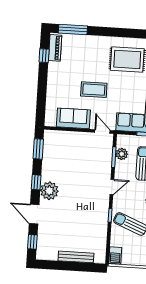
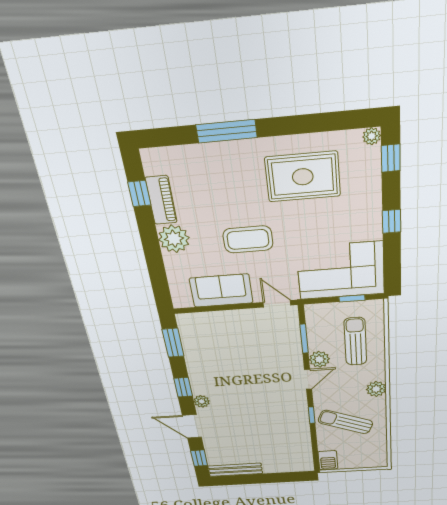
window: (73, 30) -> (226, 131), moved
piano: (55, 48) -> (161, 200), moved
plant: (55, 83) -> (174, 239), added
plant: (122, 154) -> (319, 359), moved
plant: (49, 191) -> (202, 401), width x0.53, depth x0.53
bench: (76, 257) -> (235, 470), moved

